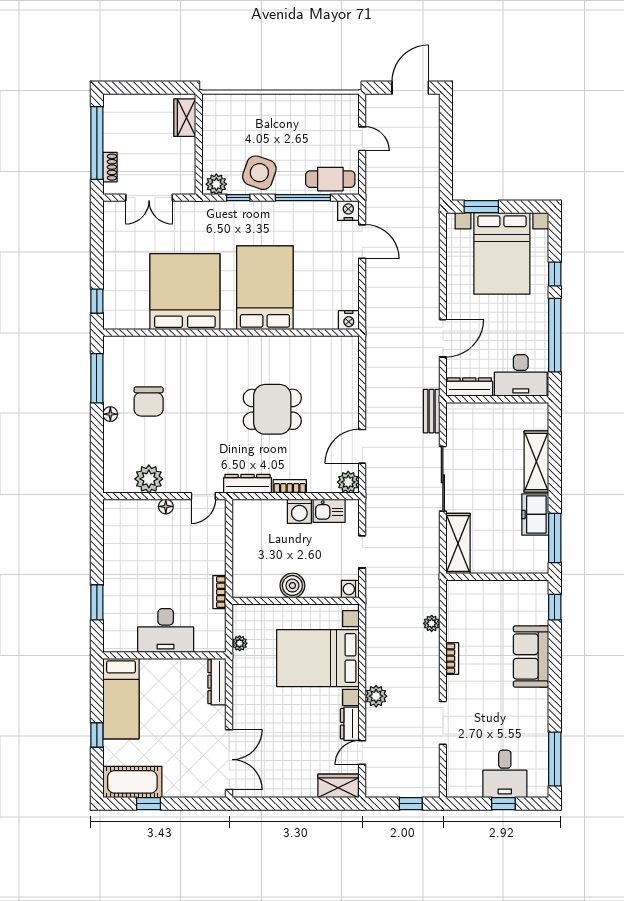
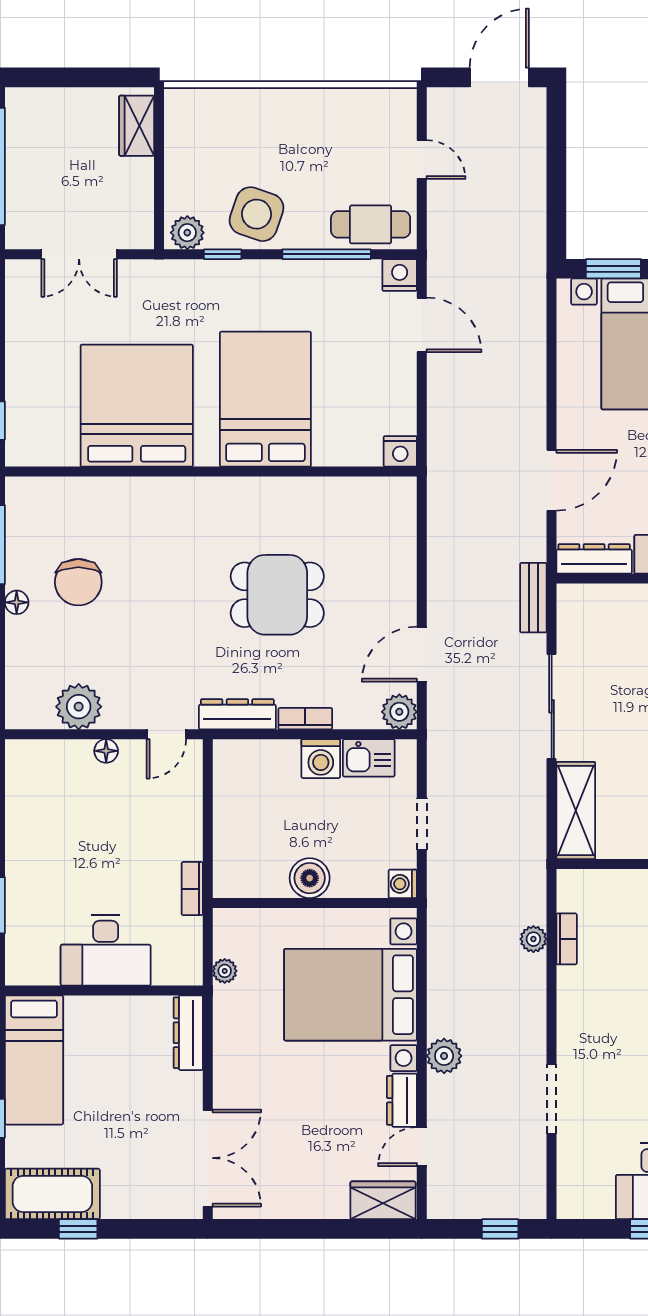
shoe rack: (110, 167) -> (16, 205), removed
bookcase: (452, 659) -> (567, 939), moved

